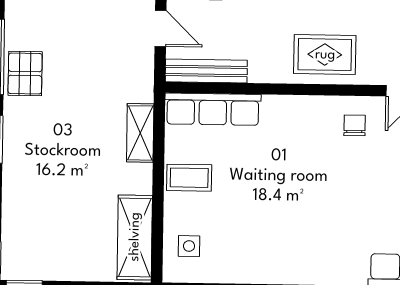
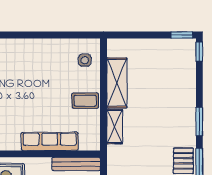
row of seats: (213, 109) -> (50, 141), moved
shelving: (135, 237) -> (117, 83), moved

